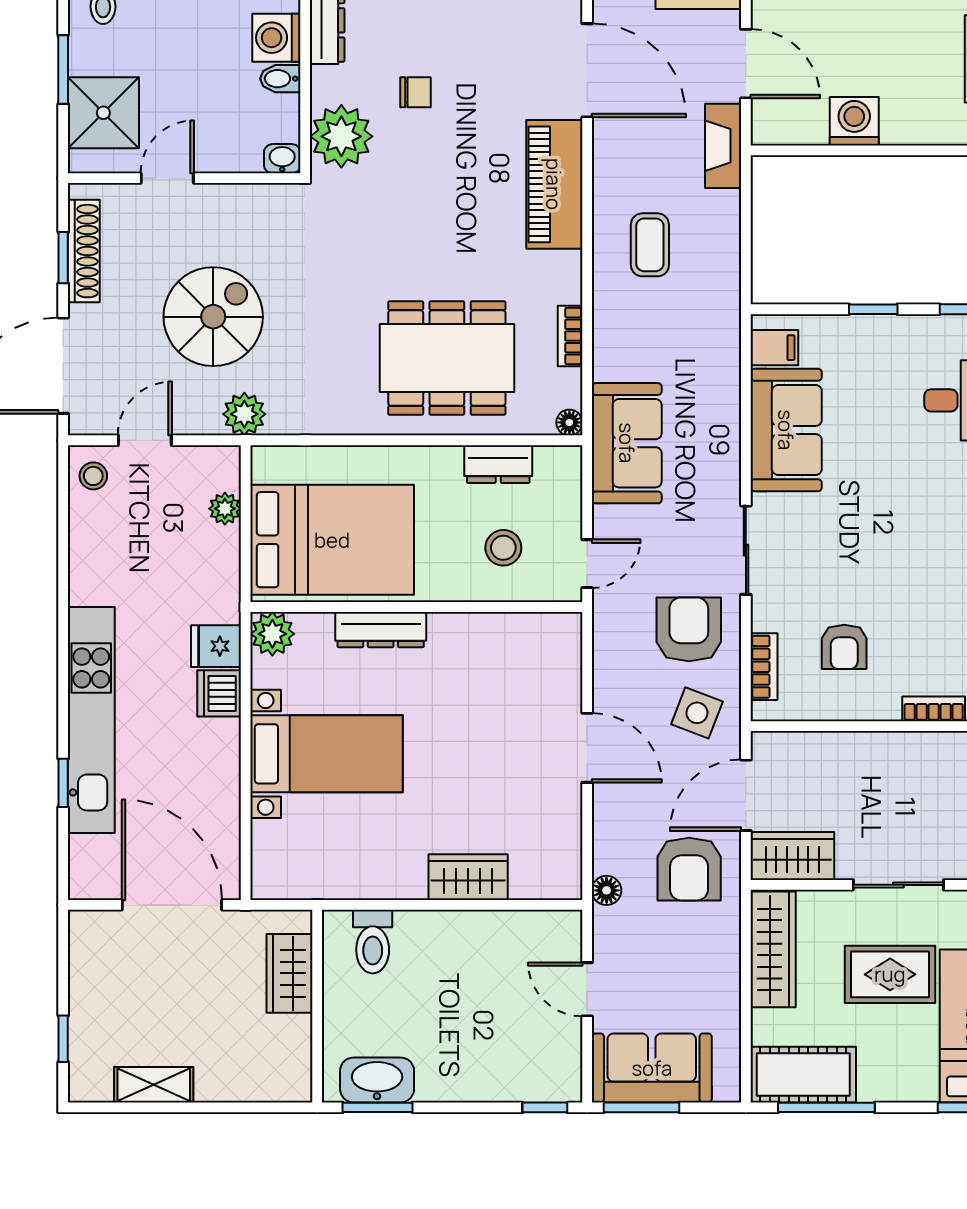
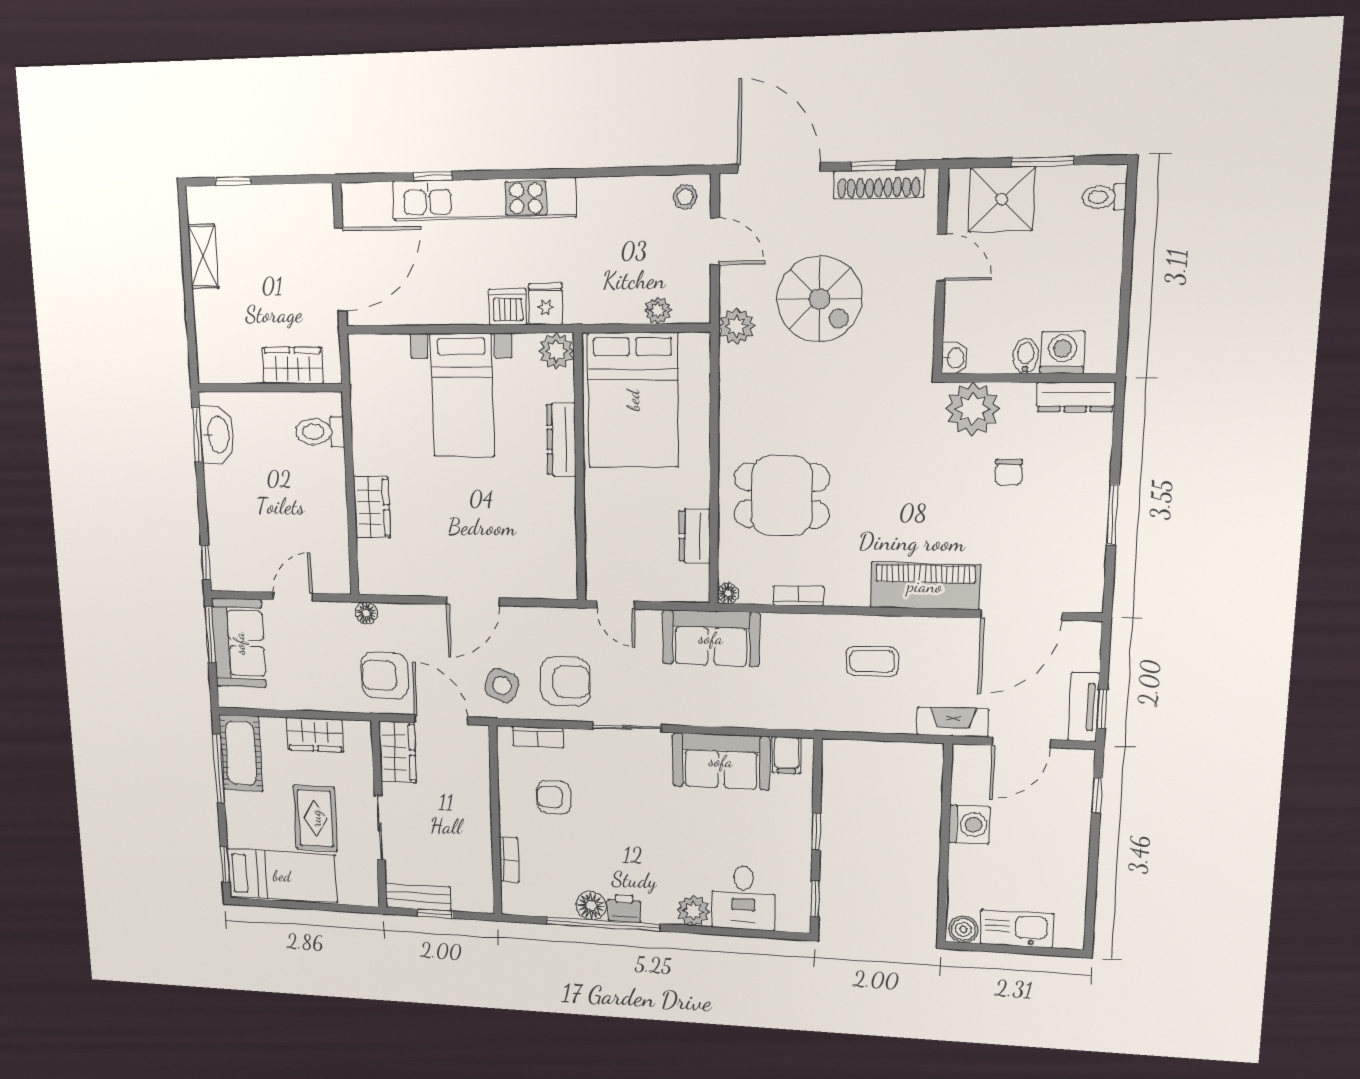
dining table: (447, 358) -> (782, 496), width x0.73
stool: (503, 548) -> (627, 539), removed
wardrobe: (773, 949) -> (315, 735), width x0.67

